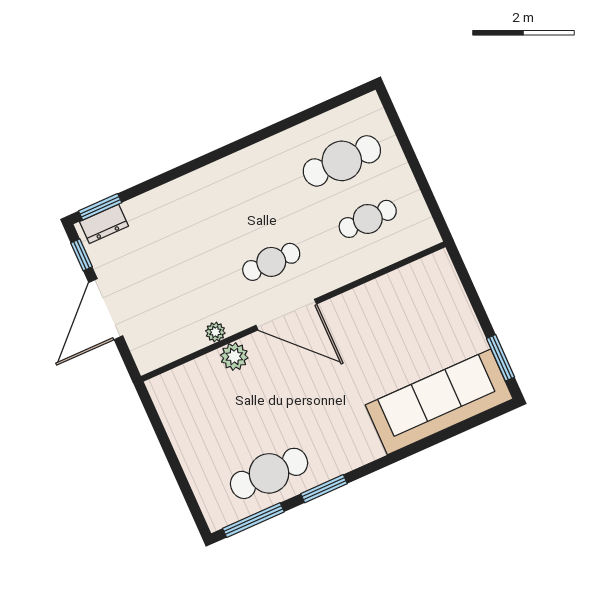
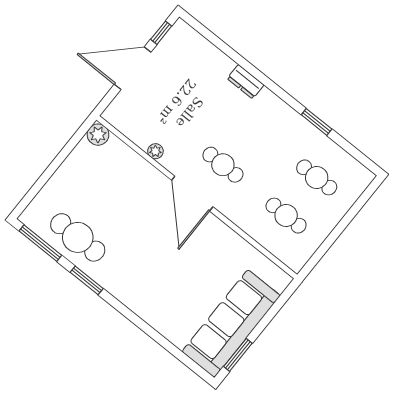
cafe table: (342, 161) -> (317, 177), width x0.73, depth x0.74
window: (100, 207) -> (317, 122), moved
dresser: (104, 224) -> (246, 82), moved
plant: (234, 356) -> (98, 135), moved
sofa: (439, 402) -> (231, 324), moved, turned -90

